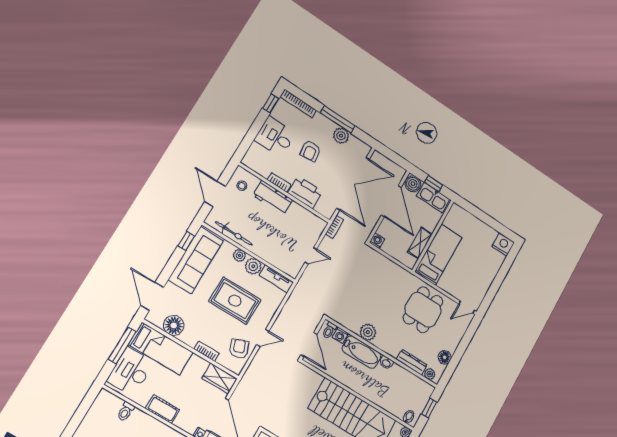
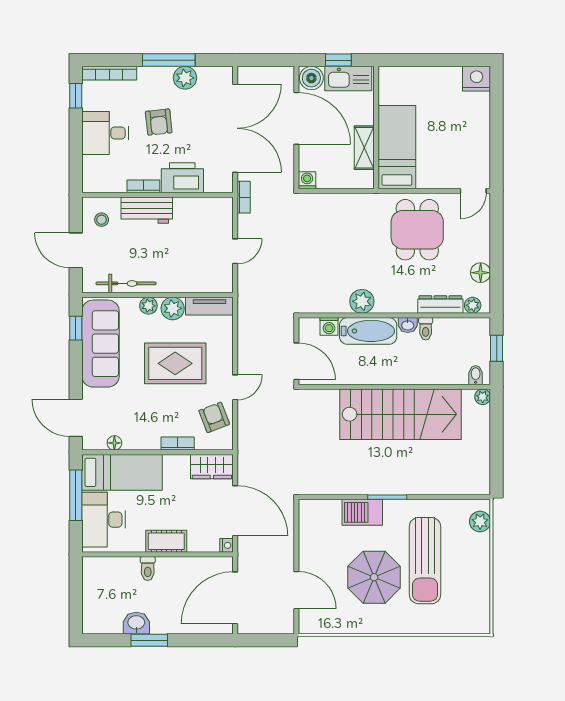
floor lamp: (174, 325) -> (114, 443), width x0.53, depth x0.53
toilet: (329, 330) -> (426, 329), moved
toilet: (126, 411) -> (148, 568), moved

